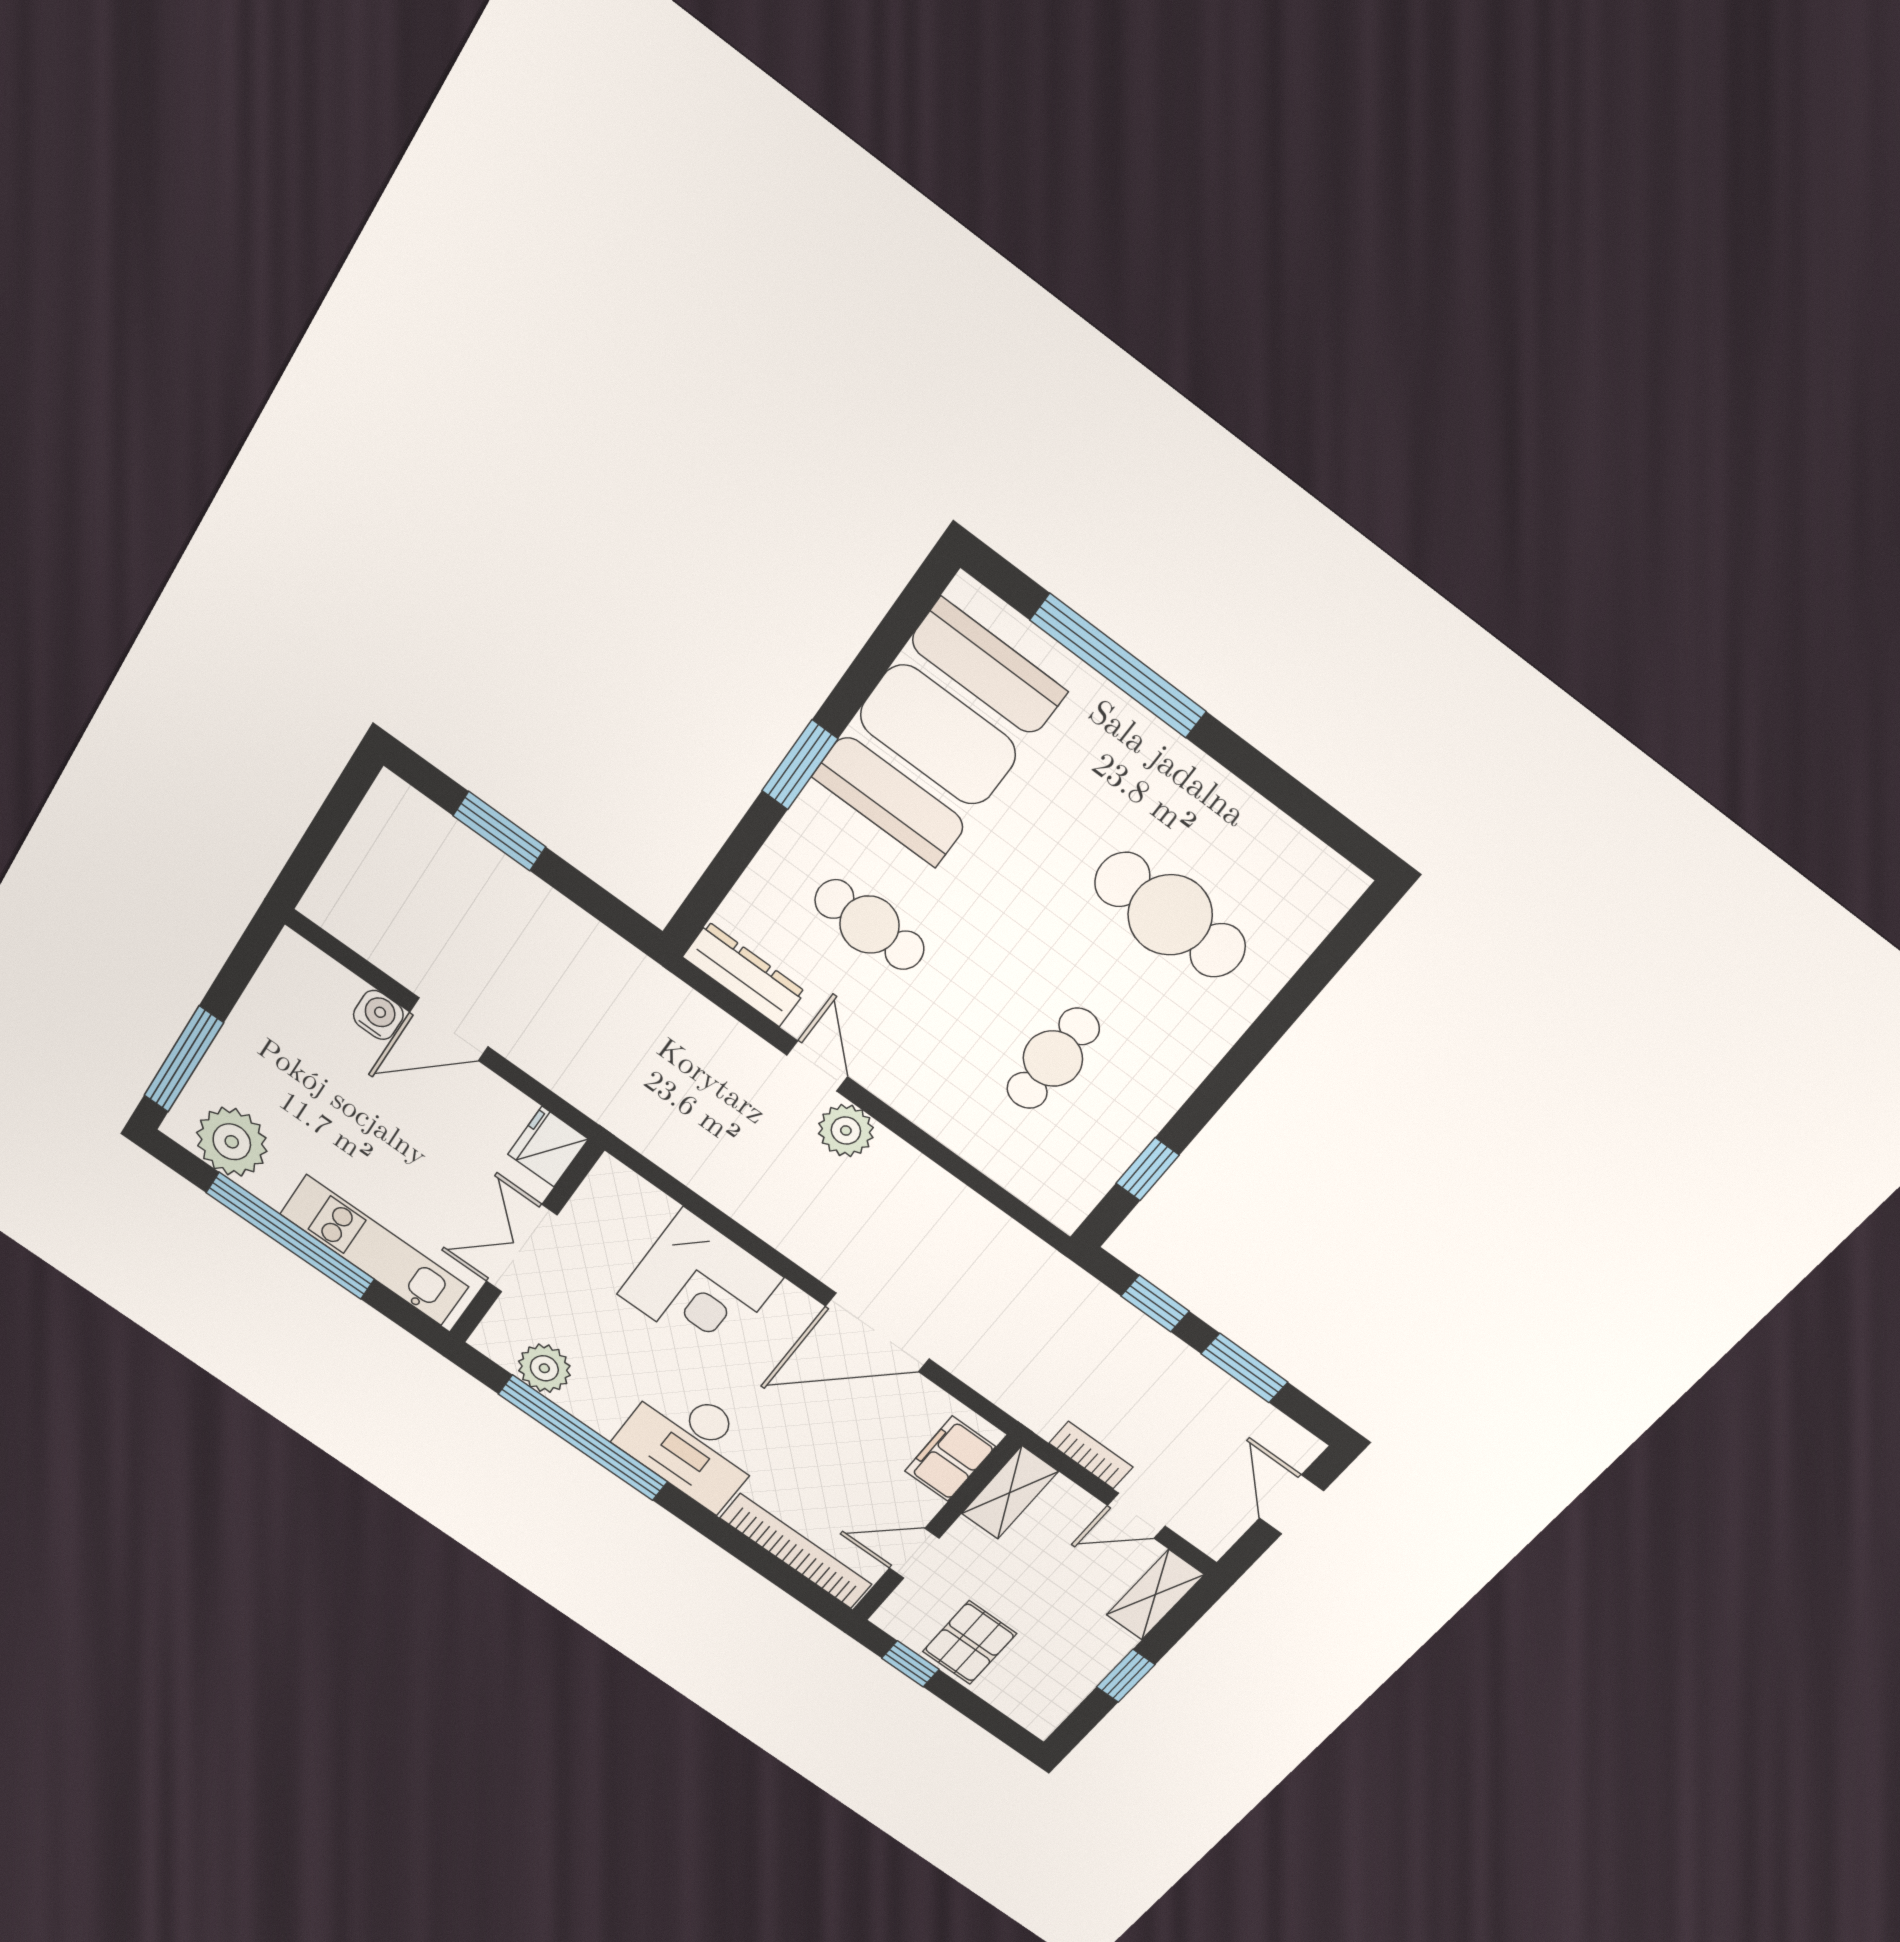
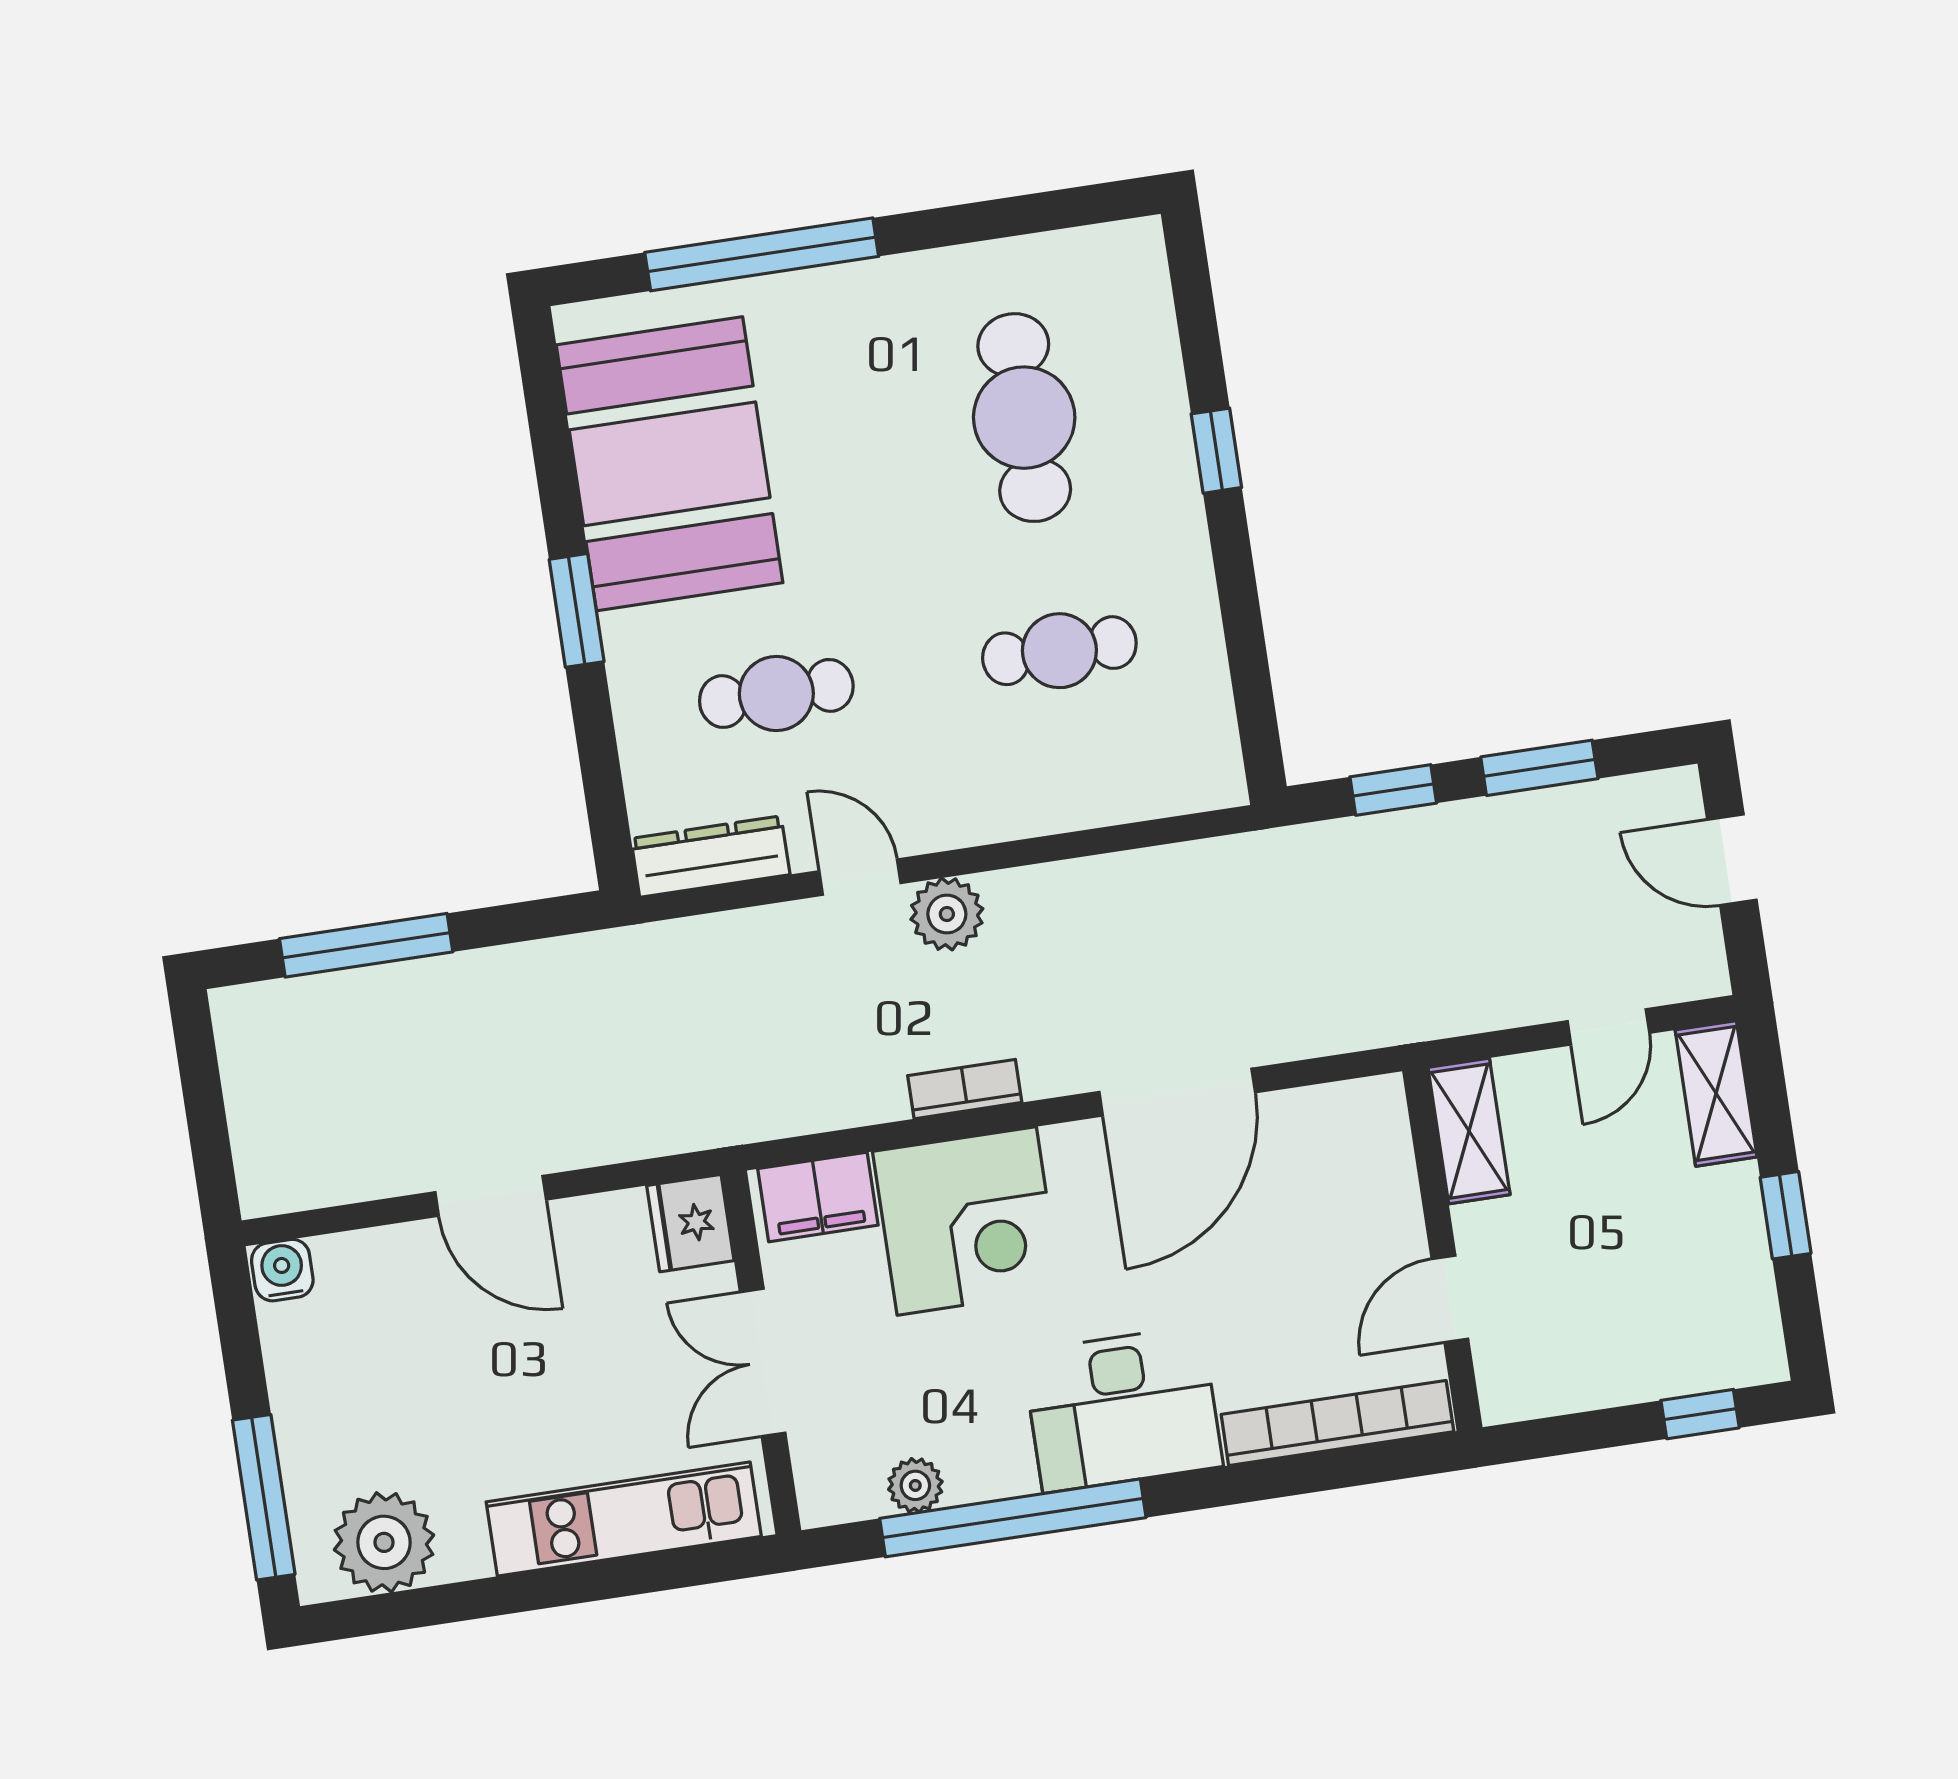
window: (499, 831) -> (366, 945), width x1.44
cafe table: (1170, 915) -> (1024, 418), turned 90
water cooler: (378, 1015) -> (282, 1270), moved
door: (449, 1029) -> (491, 1196), hinge flipped
cafe table: (1053, 1059) -> (1059, 651), turned 90
window: (1148, 1169) -> (1216, 451), moved
window: (290, 1236) -> (528, 1591), removed
plant: (544, 1368) -> (915, 1485), width x0.73, depth x0.73
bookcase: (1091, 1455) -> (965, 1089), moved
filing cabinet: (950, 1459) -> (818, 1197), moved, turned -90
pallet: (969, 1643) -> (1604, 1344), removed
window: (910, 1664) -> (1700, 1414), moved

